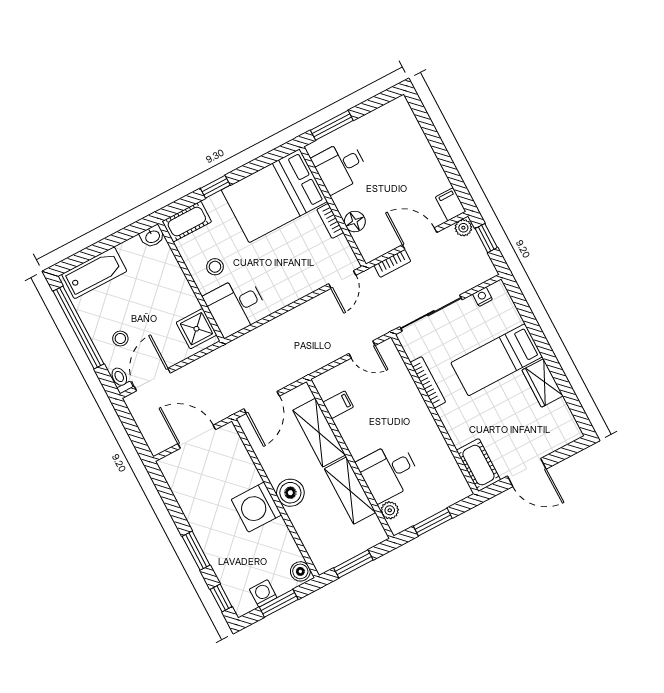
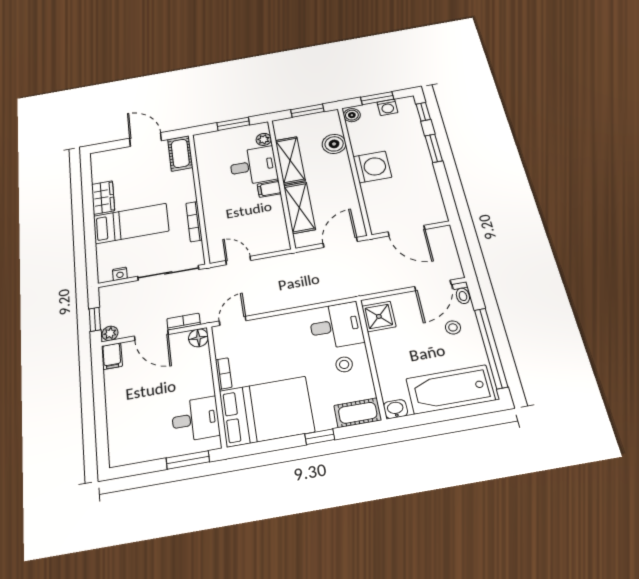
floor lamp: (355, 222) -> (198, 338), moved
bathtub: (94, 273) -> (450, 389), width x1.36, depth x1.36
filing cabinet: (338, 405) -> (269, 189), moved
boiler: (290, 493) -> (334, 144), moved

